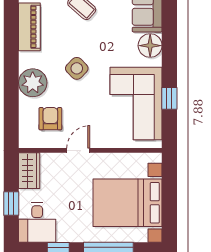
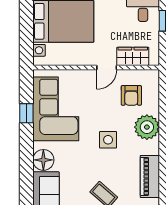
side table: (77, 68) -> (108, 140), turned 45
wardrobe: (29, 171) -> (133, 56), moved, turned 90

